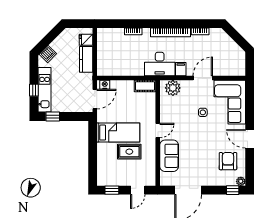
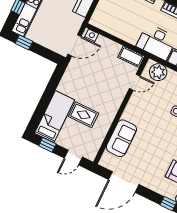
door: (158, 131) -> (135, 82), moved
bed: (118, 133) -> (55, 117), moved, turned -90

